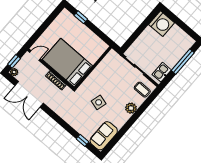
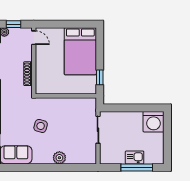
window: (81, 17) -> (100, 77), moved
bed: (67, 63) -> (80, 51), moved, turned 180
kitchen sink: (162, 72) -> (135, 157), moved
coffee table: (142, 90) -> (83, 154), removed

